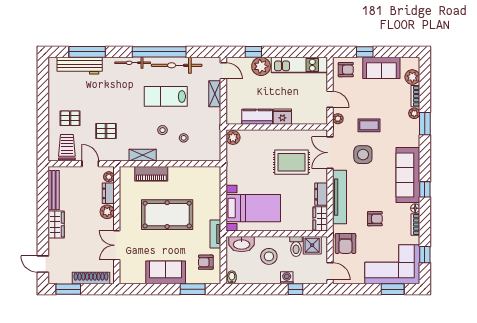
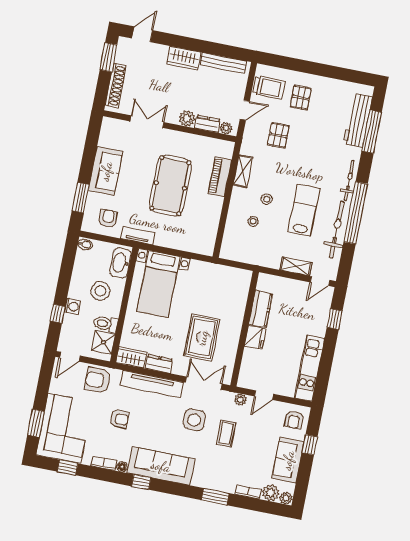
plant: (261, 66) -> (316, 325), removed
plant: (414, 113) -> (286, 498), moved
plant: (233, 138) -> (242, 277), removed
armchair: (375, 219) -> (119, 419), turned -90

